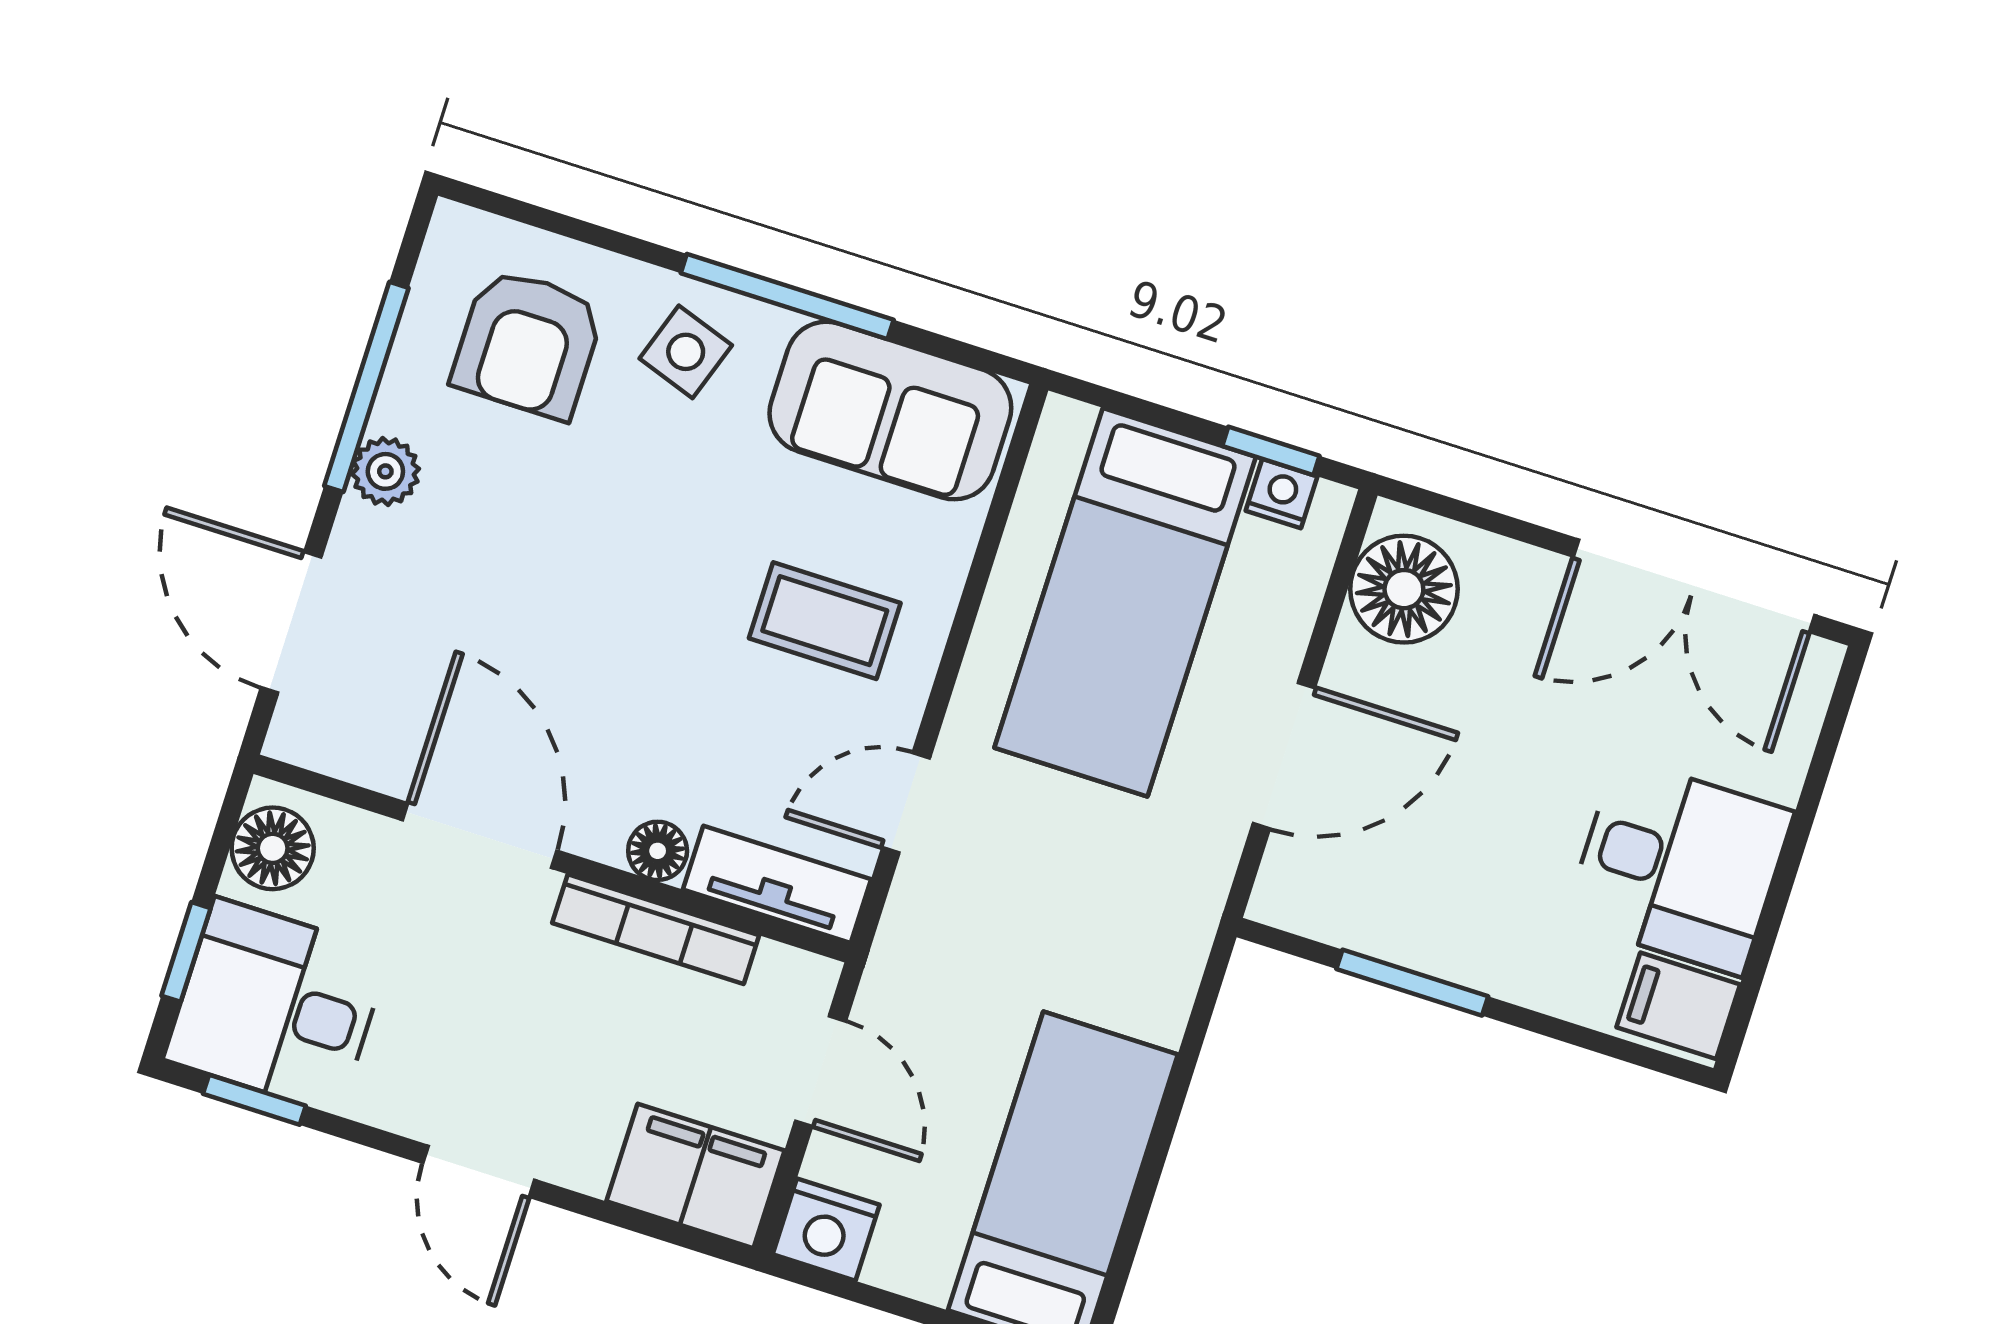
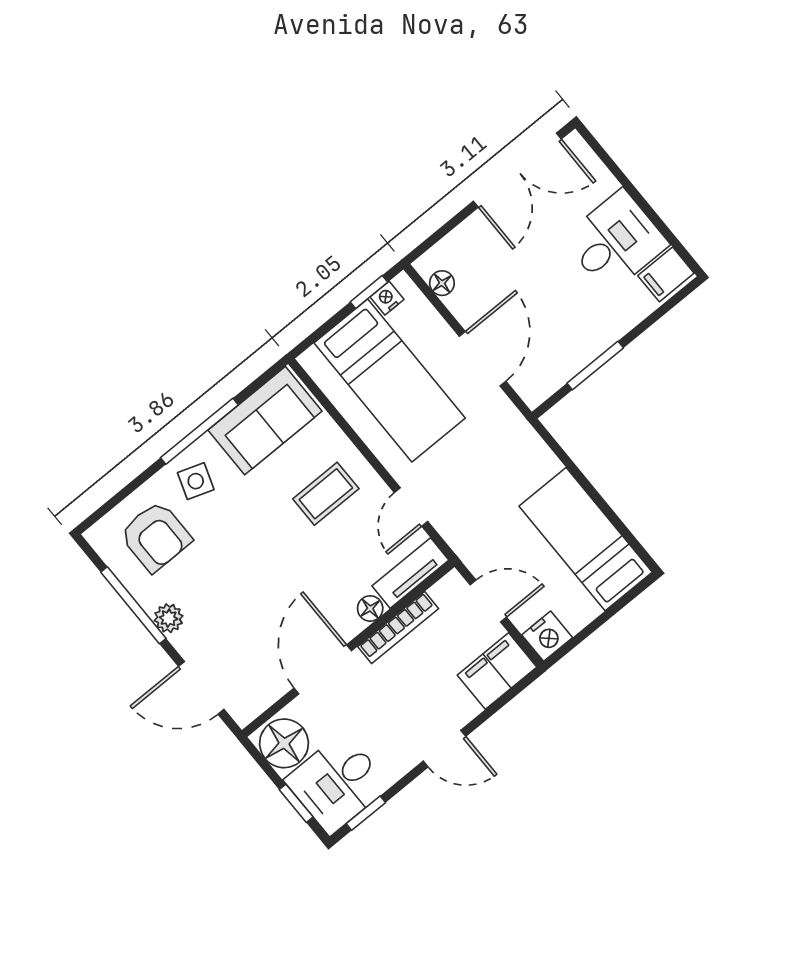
floor lamp: (1404, 589) -> (442, 283), width x0.53, depth x0.53
door: (480, 835) -> (323, 669), hinge flipped
floor lamp: (273, 848) -> (284, 743), width x1.38, depth x1.38

